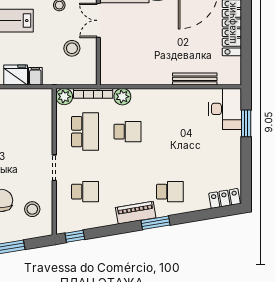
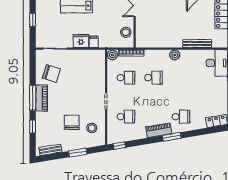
stool: (72, 48) -> (126, 32), moved
plant: (122, 97) -> (175, 55), moved
school desk: (85, 132) -> (126, 78), width x0.54

